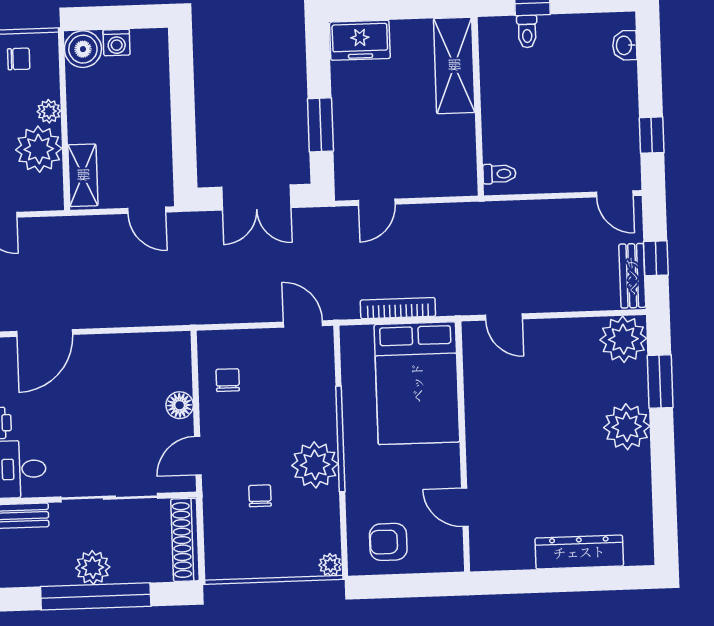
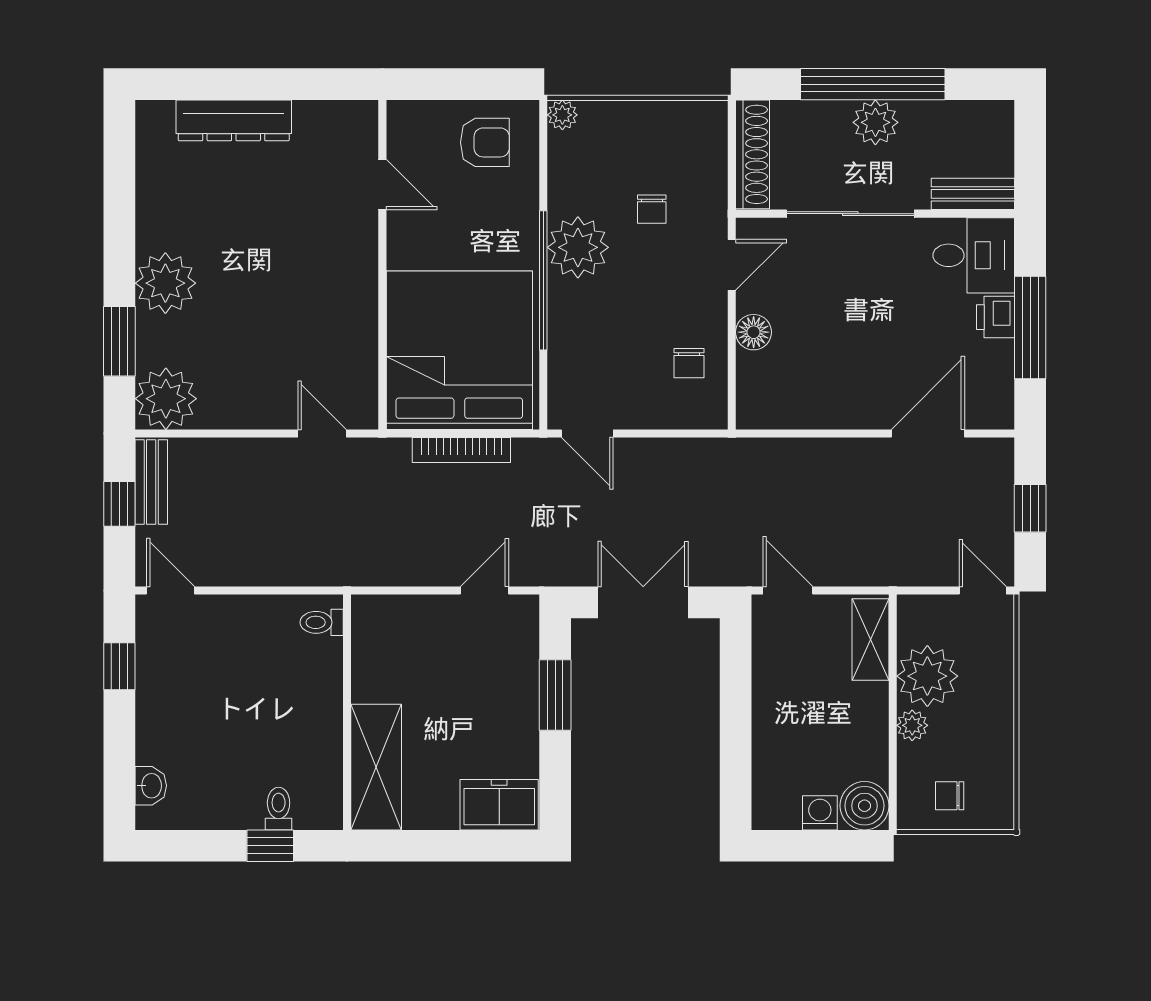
bed: (417, 383) -> (459, 350), width x1.36

